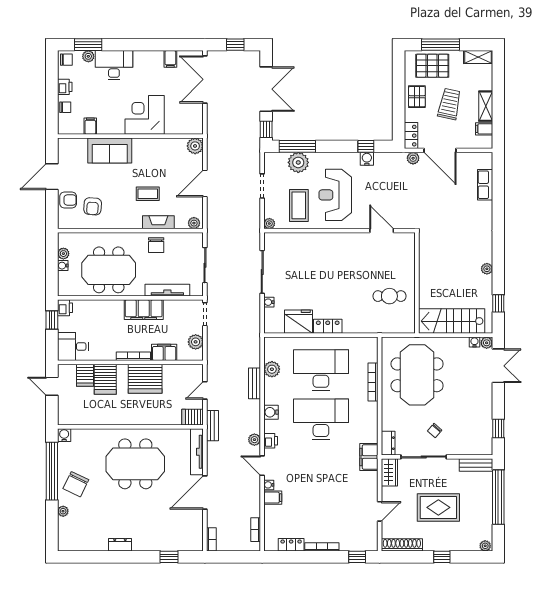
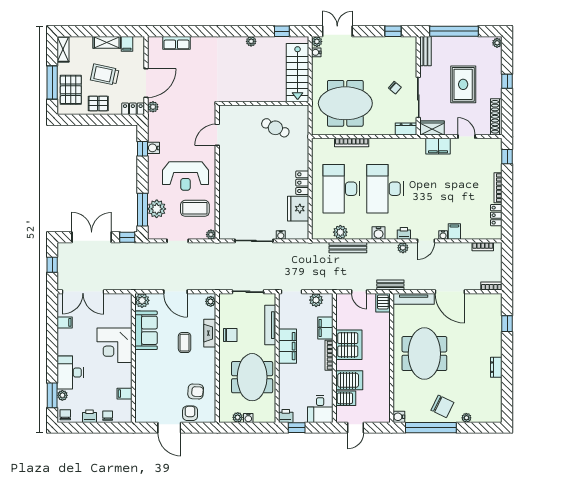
sofa: (110, 150) -> (146, 330), moved
cafe table: (389, 296) -> (275, 128), turned -64
bench: (255, 383) -> (348, 248), width x1.36
filing cabinet: (369, 457) -> (438, 146), moved

